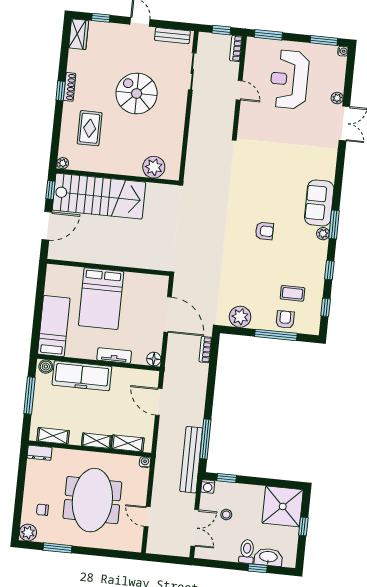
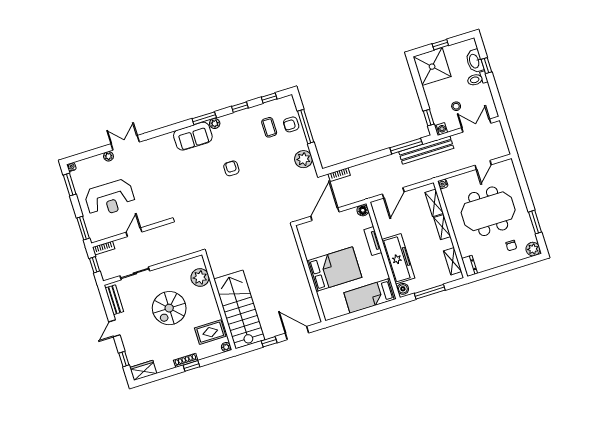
plant: (63, 163) -> (226, 347), moved
plant: (154, 167) -> (200, 278), moved
wall: (117, 177) -> (219, 302), moved
stairs: (99, 196) -> (239, 309), moved

